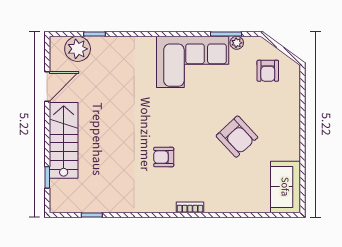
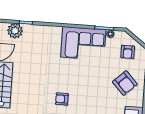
armchair: (237, 137) -> (125, 83), moved

